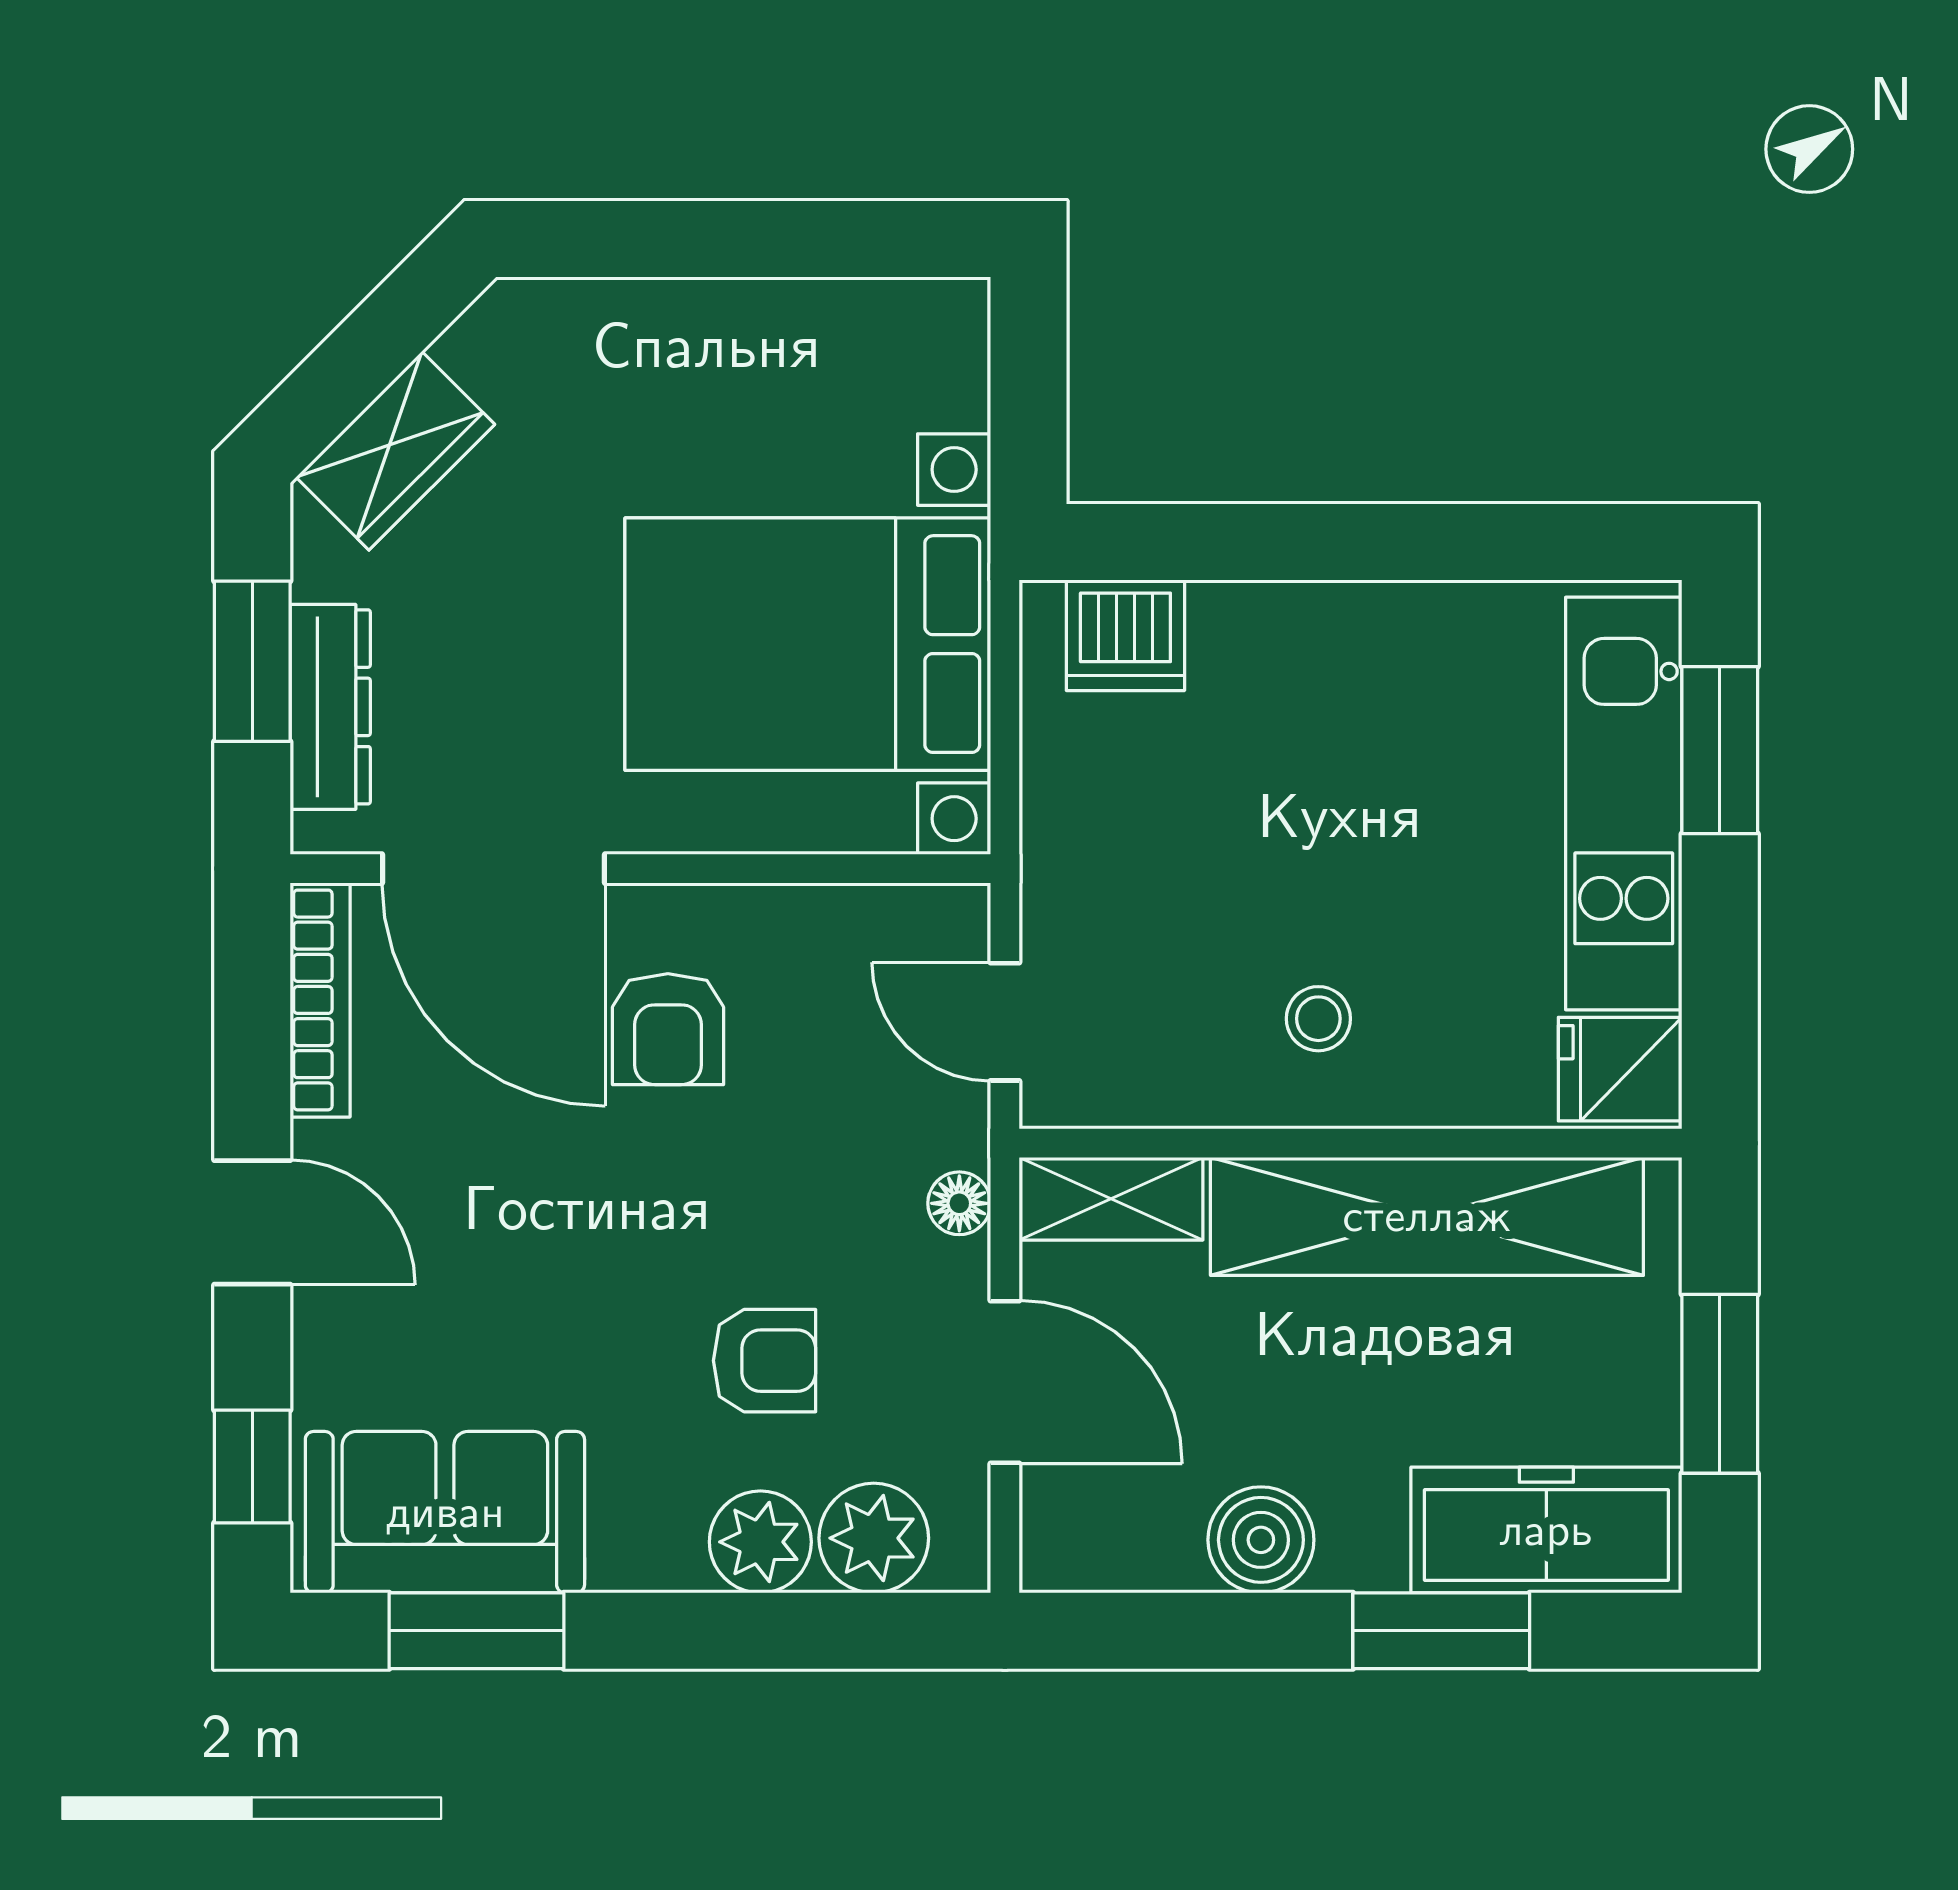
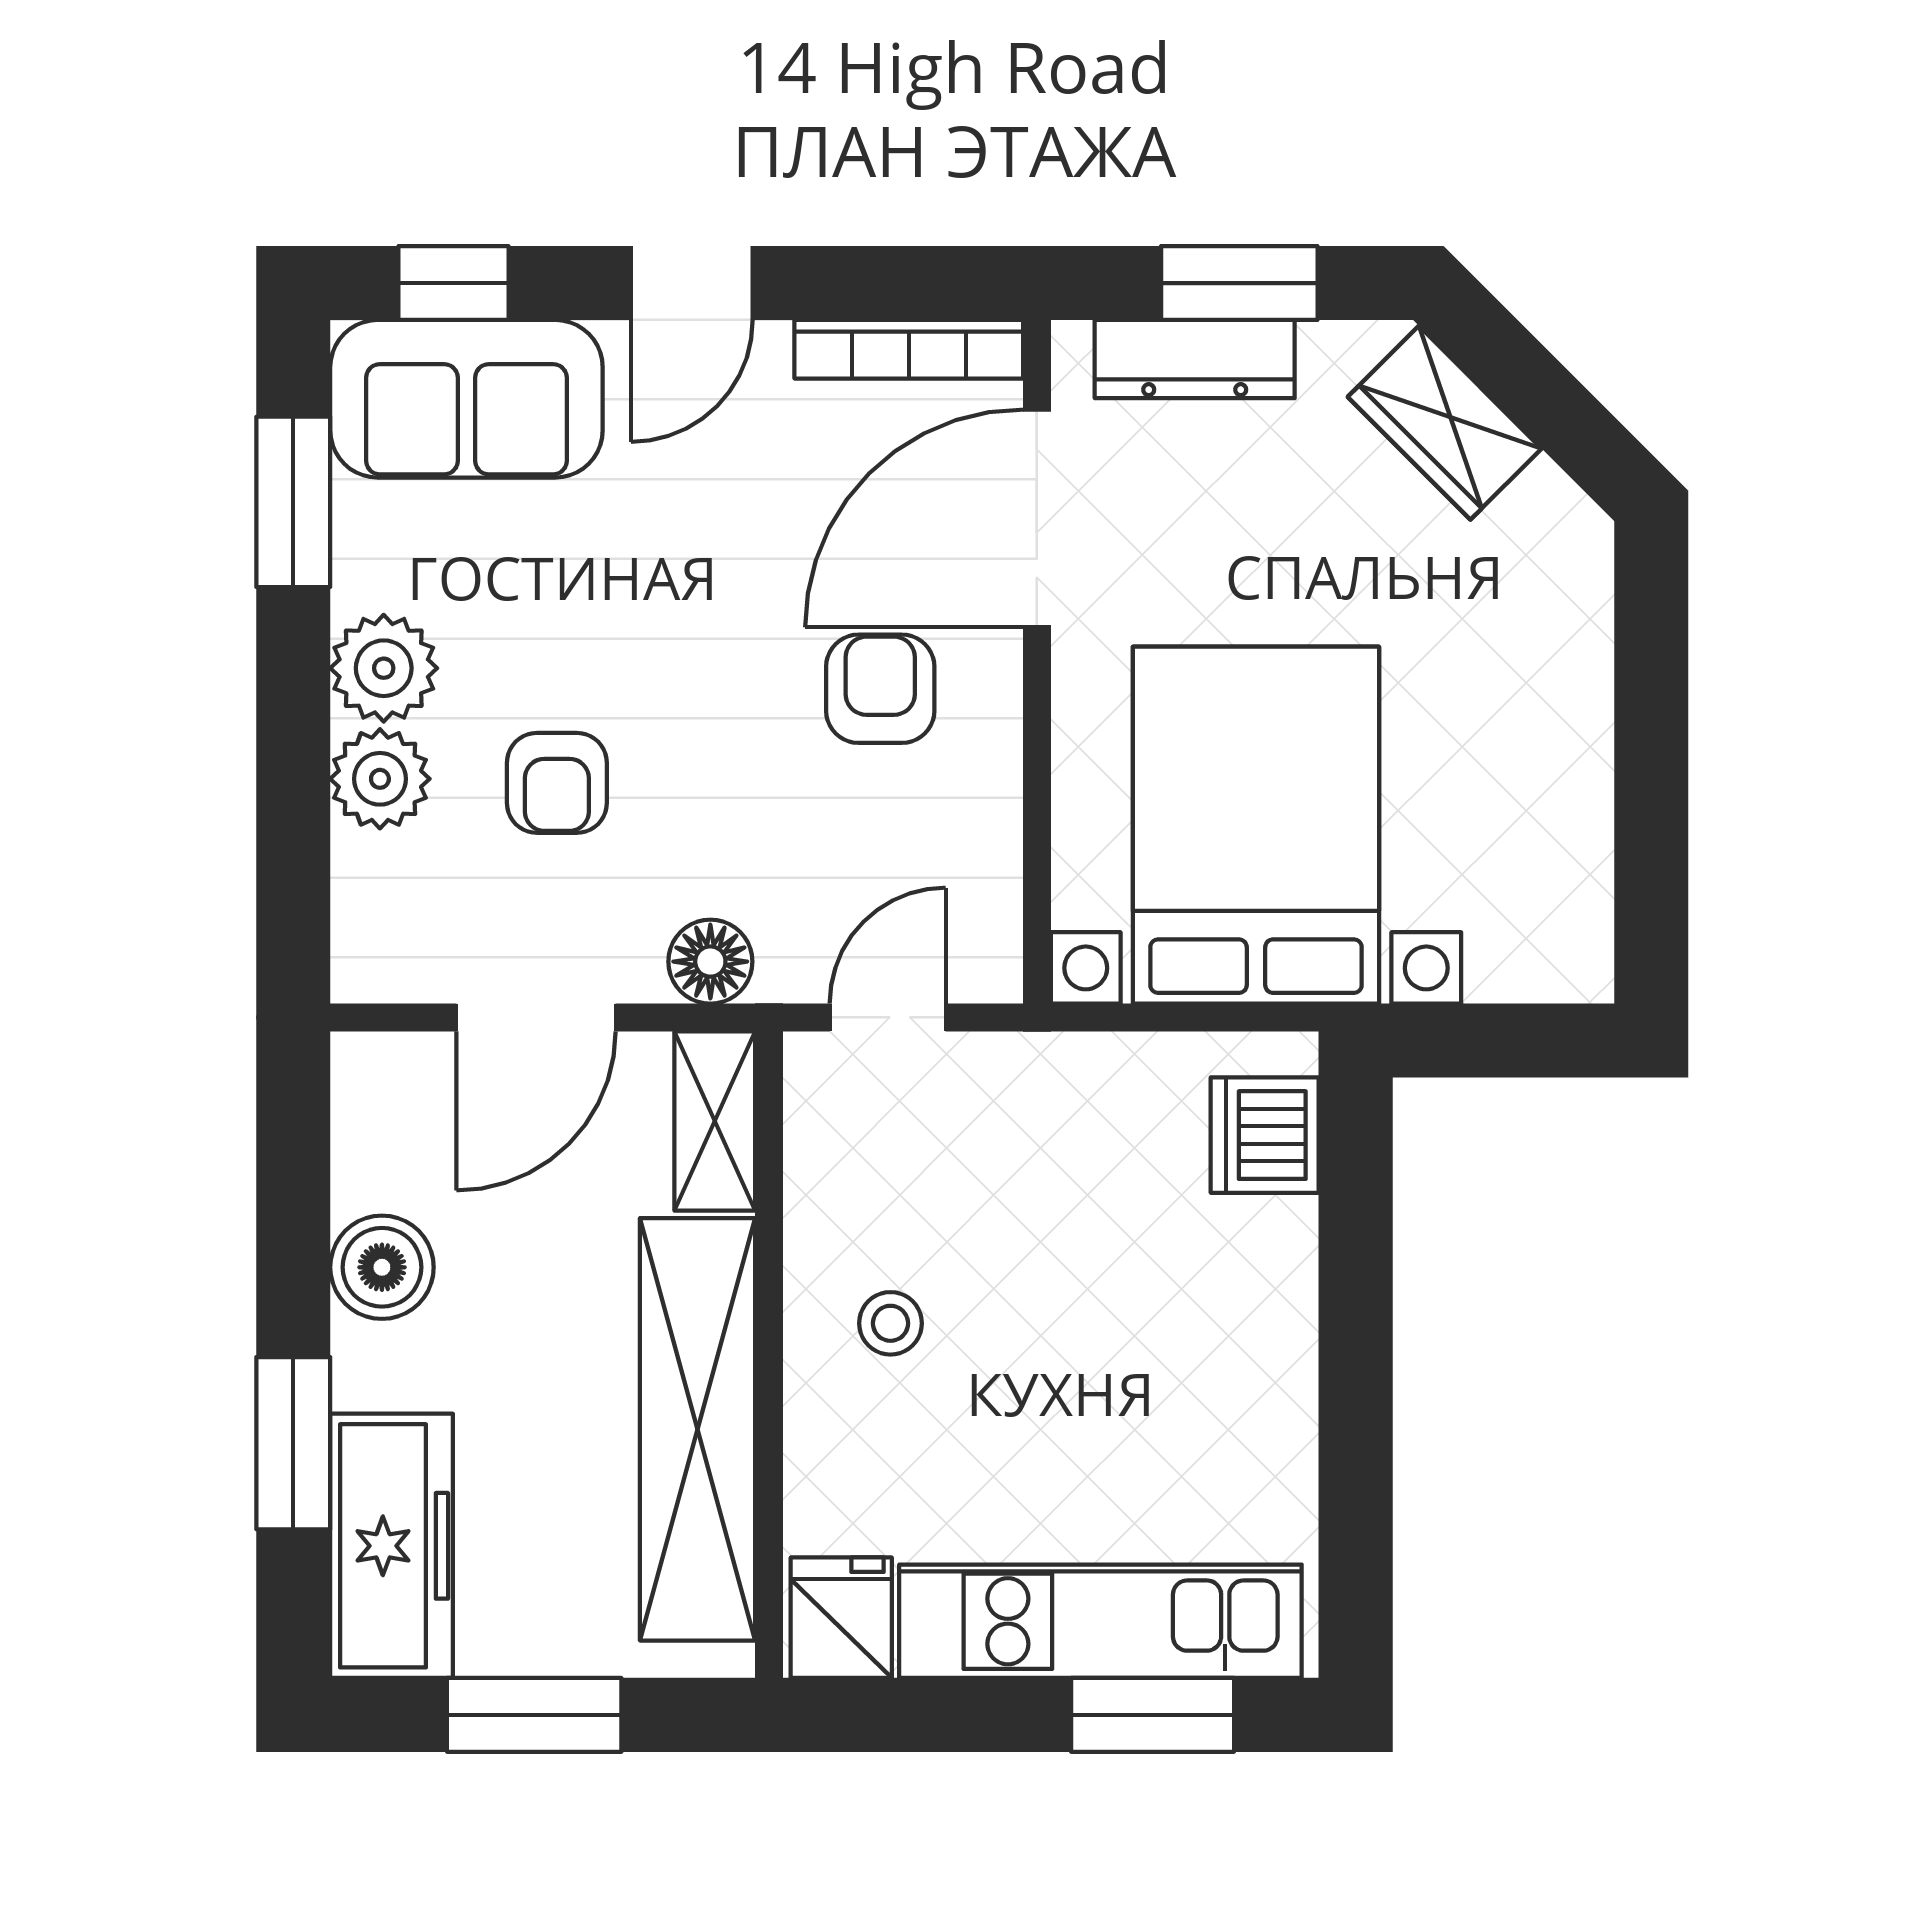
armchair: (668, 1029) -> (880, 689), turned 90
floor lamp: (959, 1203) -> (710, 962), width x1.37, depth x1.37
sofa: (445, 1512) -> (466, 399), moved, turned 90
plant: (874, 1538) -> (384, 668), moved

